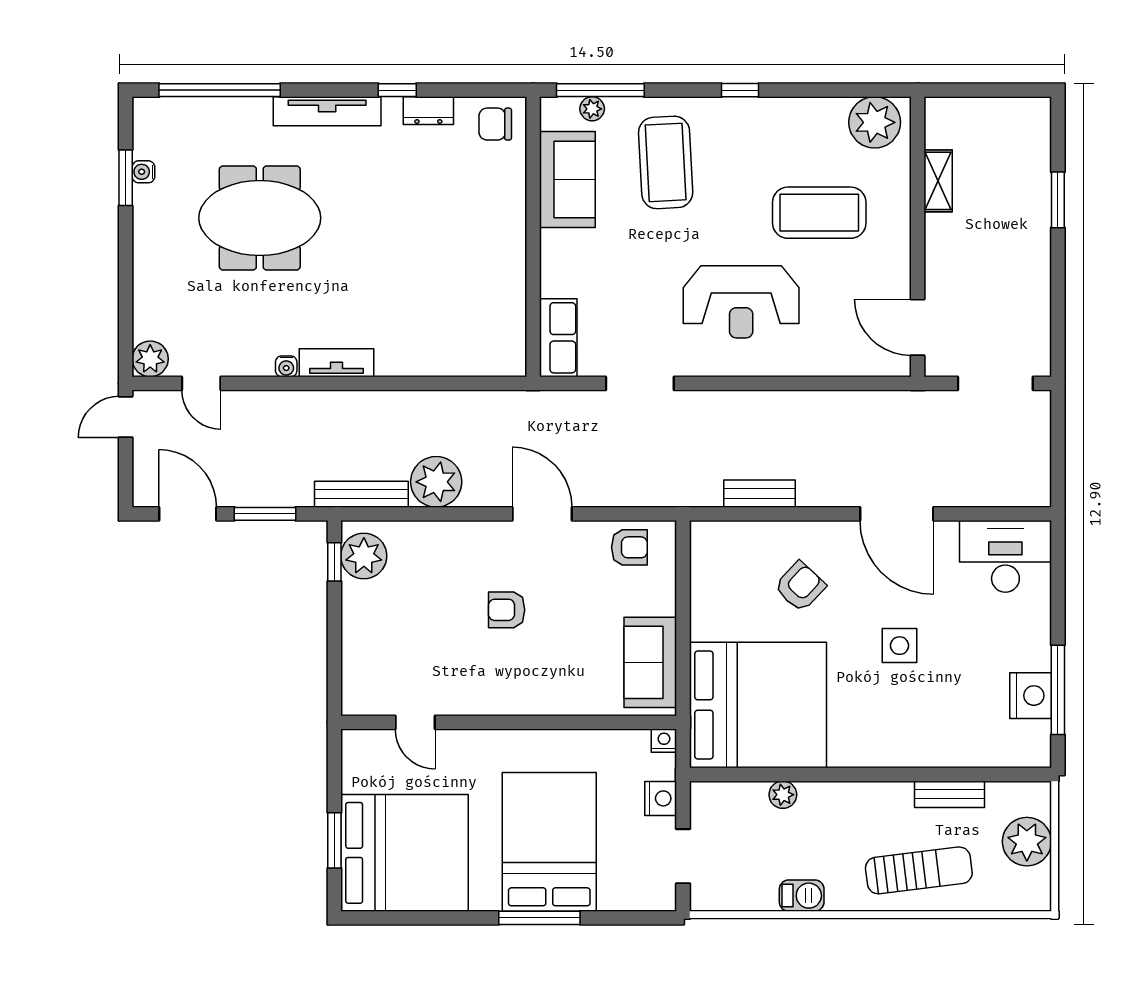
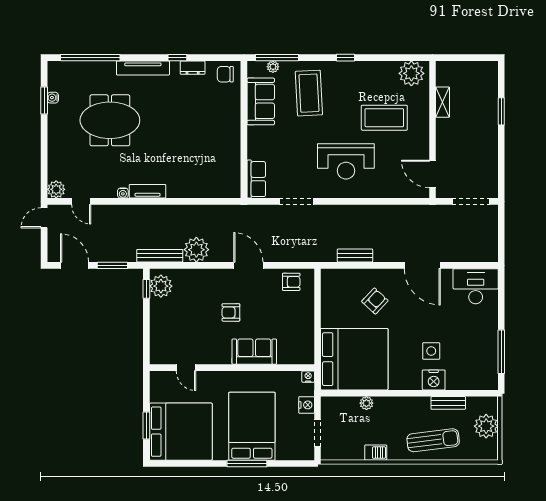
side table: (900, 646) -> (431, 351), moved
sofa: (650, 662) -> (254, 352), moved, turned 90
nightstand: (1031, 696) -> (434, 380), moved, turned 90

